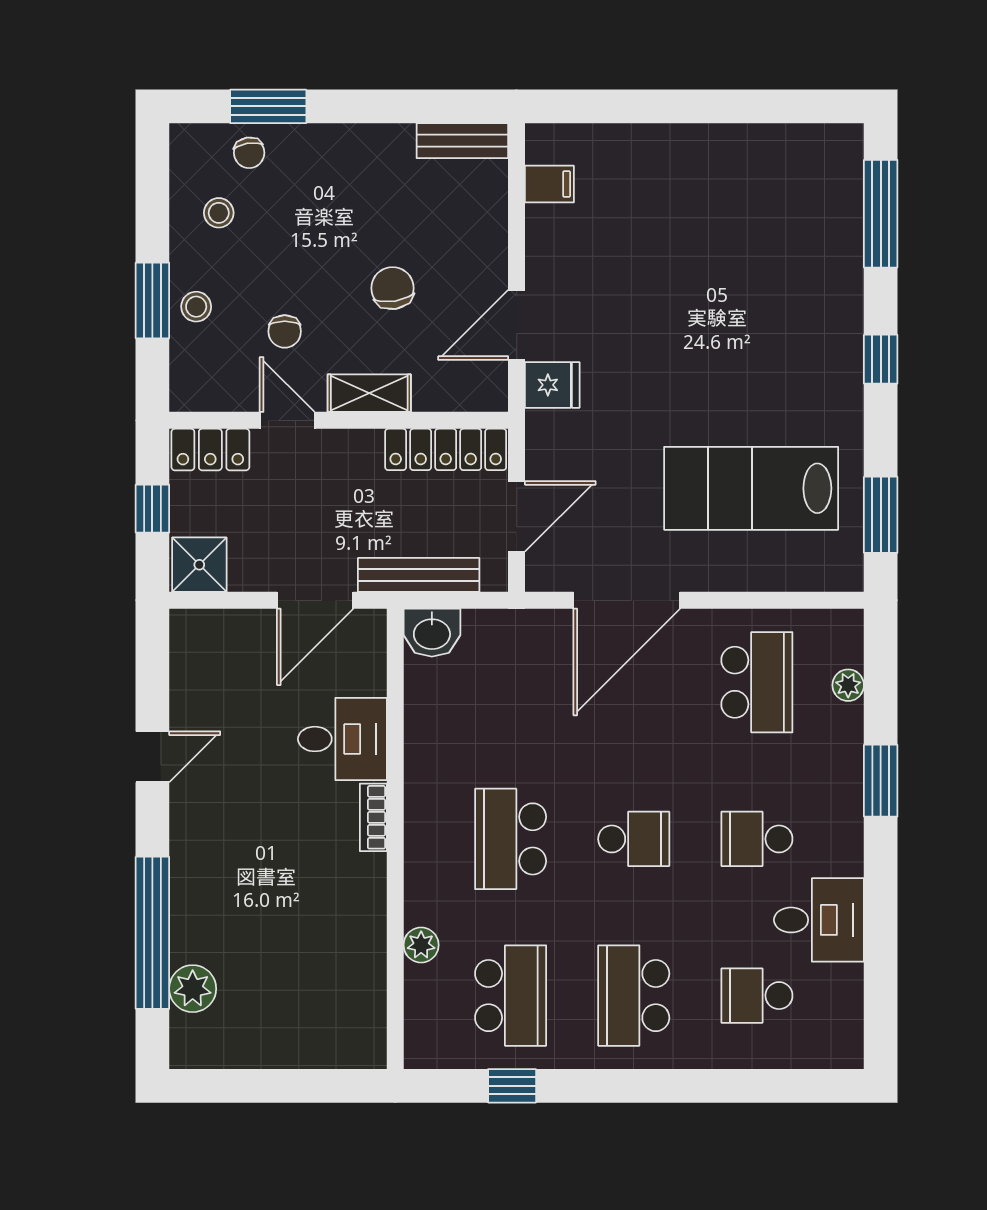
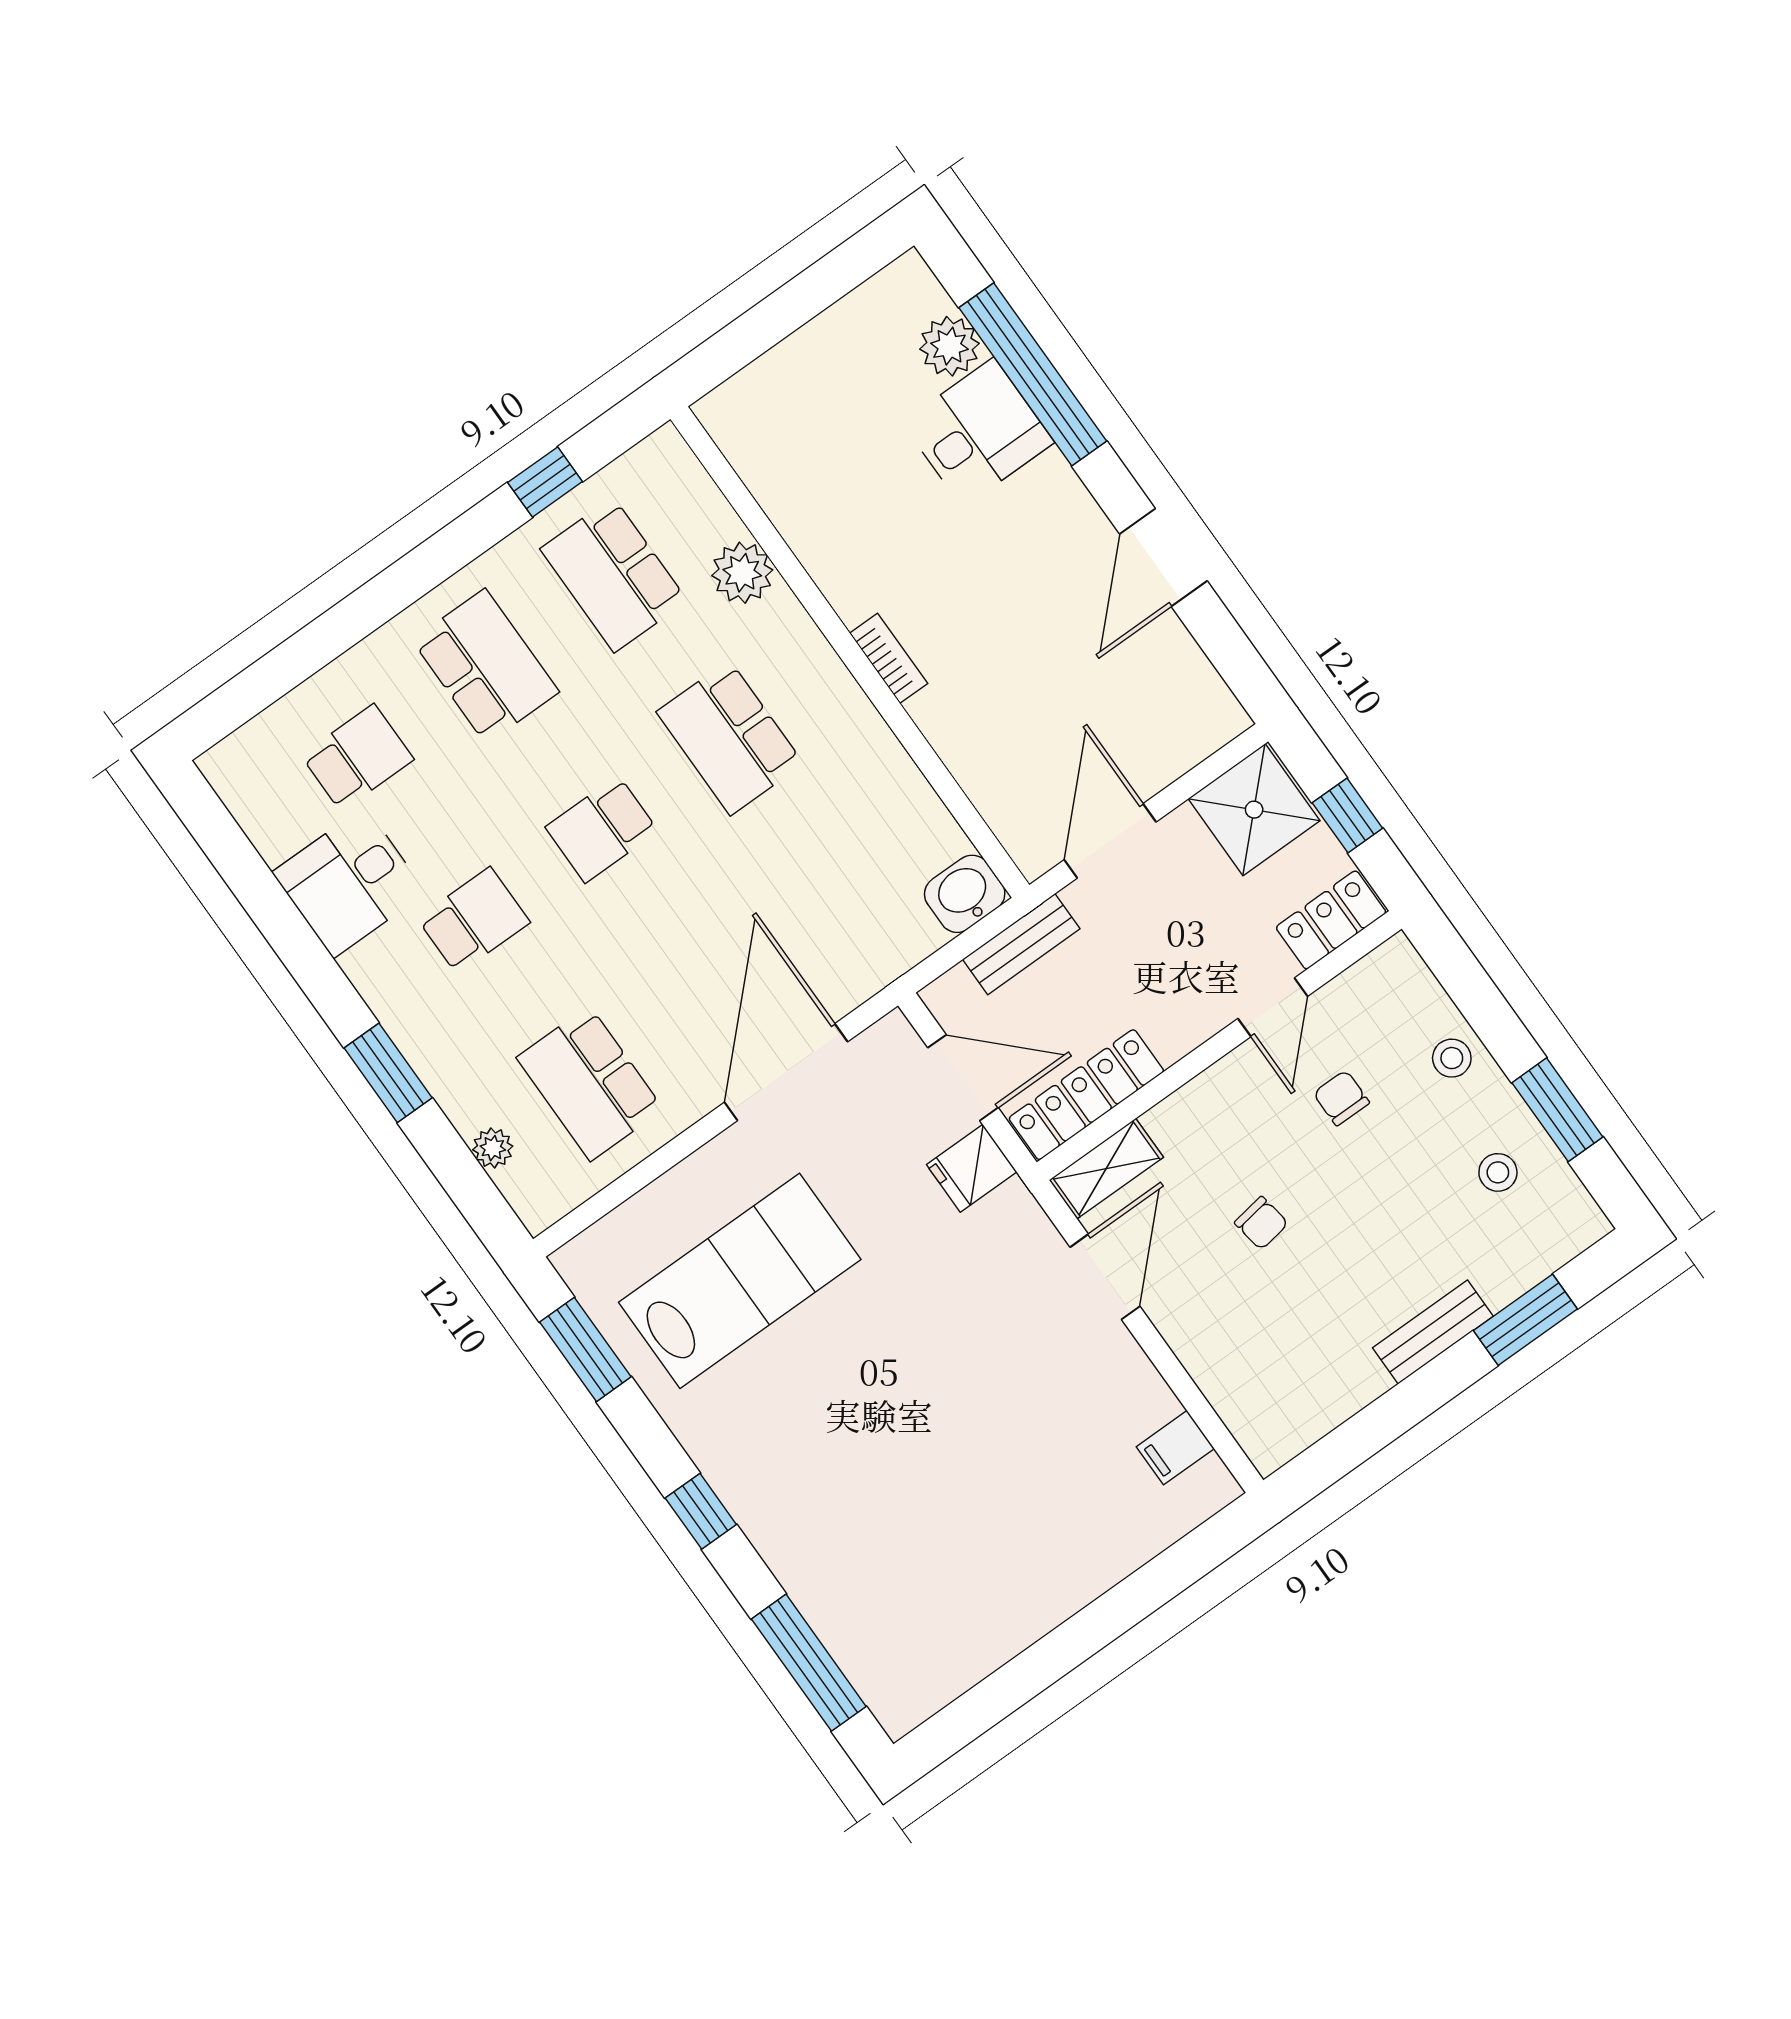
bench: (462, 141) -> (1433, 1332), moved
chair: (249, 153) -> (1511, 1257), removed
chair: (393, 288) -> (1261, 1223), width x0.73, depth x0.73
window: (152, 301) -> (1557, 1110), moved
fridge: (552, 385) -> (972, 1168), moved
shelving: (369, 393) -> (1106, 1169), moved
door: (287, 420) -> (1273, 1007), hinge flipped
door: (517, 516) -> (963, 1078), swing flipped
shower: (199, 565) -> (1254, 810), width x1.36, depth x1.36
bench: (419, 575) -> (1021, 944), width x0.73
desk: (342, 739) -> (978, 432), moved, turned 180
door: (152, 757) -> (1163, 557), width x1.38
school desk: (511, 839) -> (730, 738), turned 180
plant: (421, 945) -> (742, 573), width x1.38, depth x1.38

